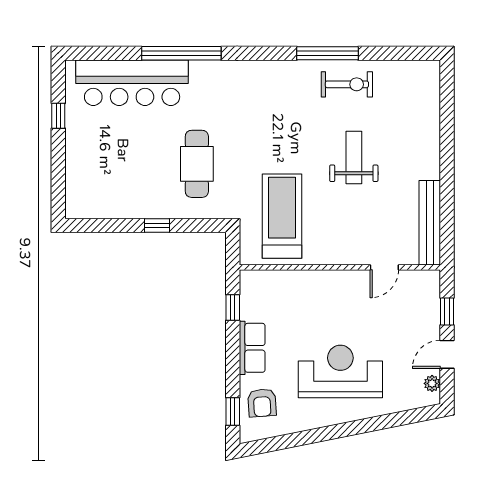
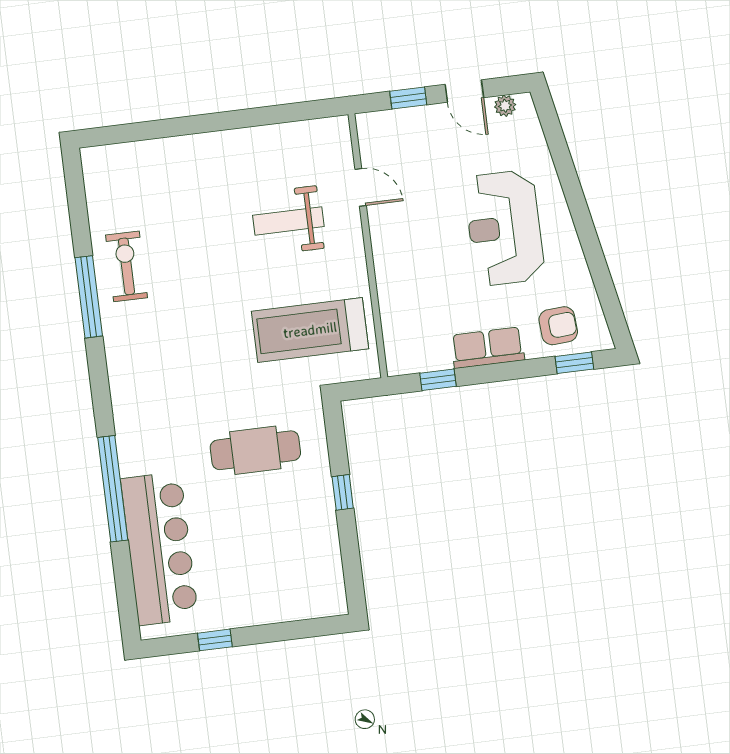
weight bench: (354, 157) -> (288, 221), moved
bench: (430, 223) -> (295, 135), removed

